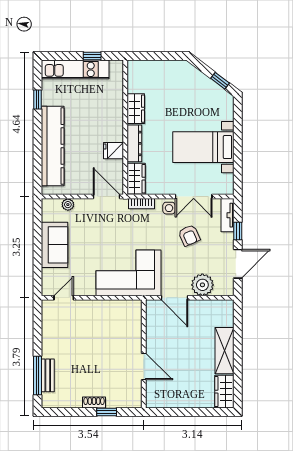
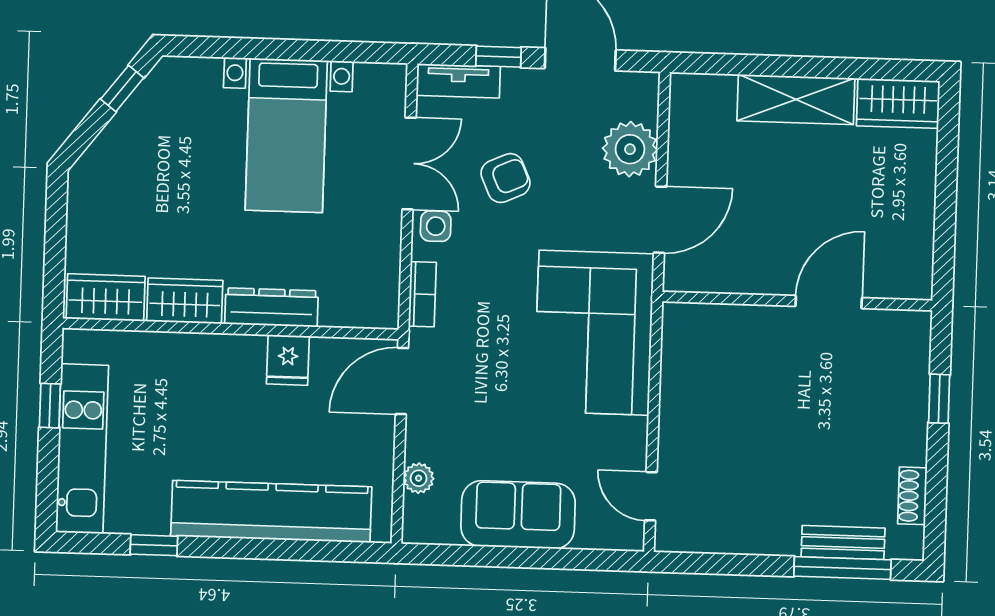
wardrobe: (136, 179) -> (106, 297), moved
shoe rack: (94, 403) -> (912, 496), moved

